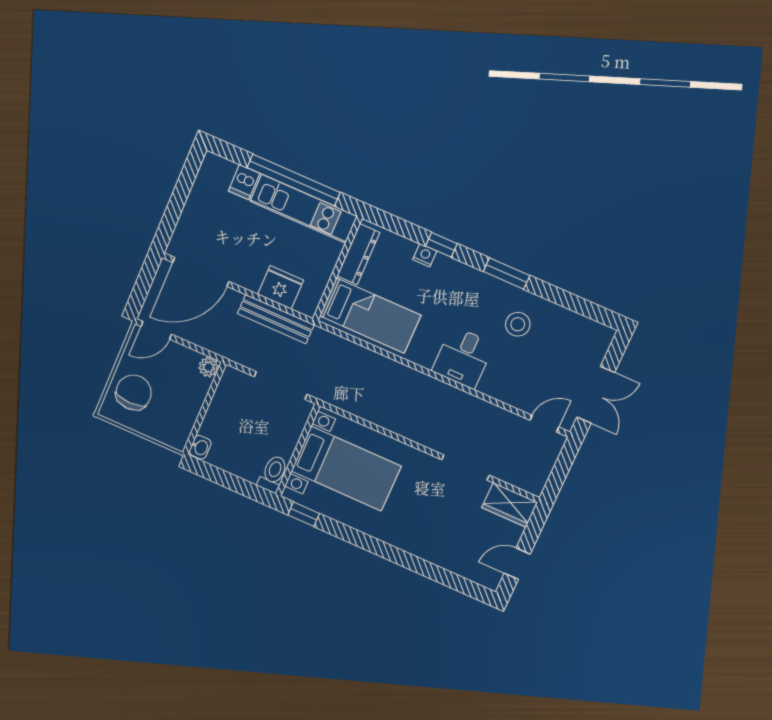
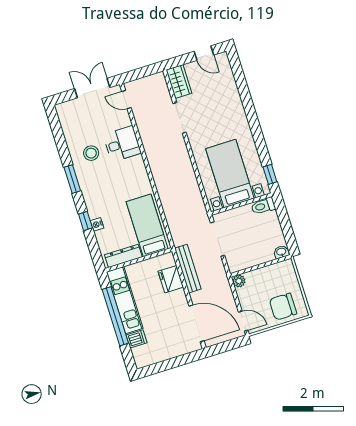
desk: (463, 357) -> (122, 144), moved

